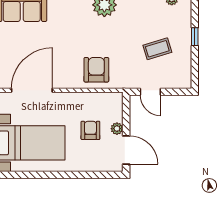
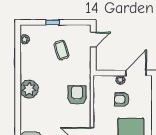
armchair: (96, 70) -> (77, 95), turned 90
door: (150, 92) -> (93, 40), moved

